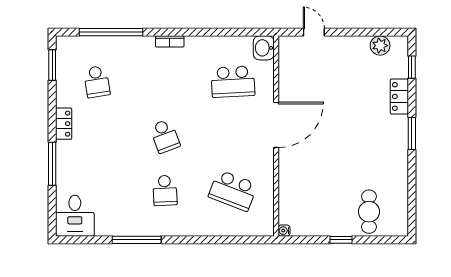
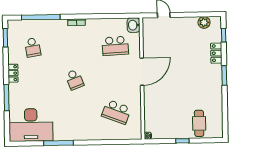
school desk: (165, 190) -> (75, 113), removed
desk: (75, 216) -> (31, 125), width x1.87, depth x1.30

